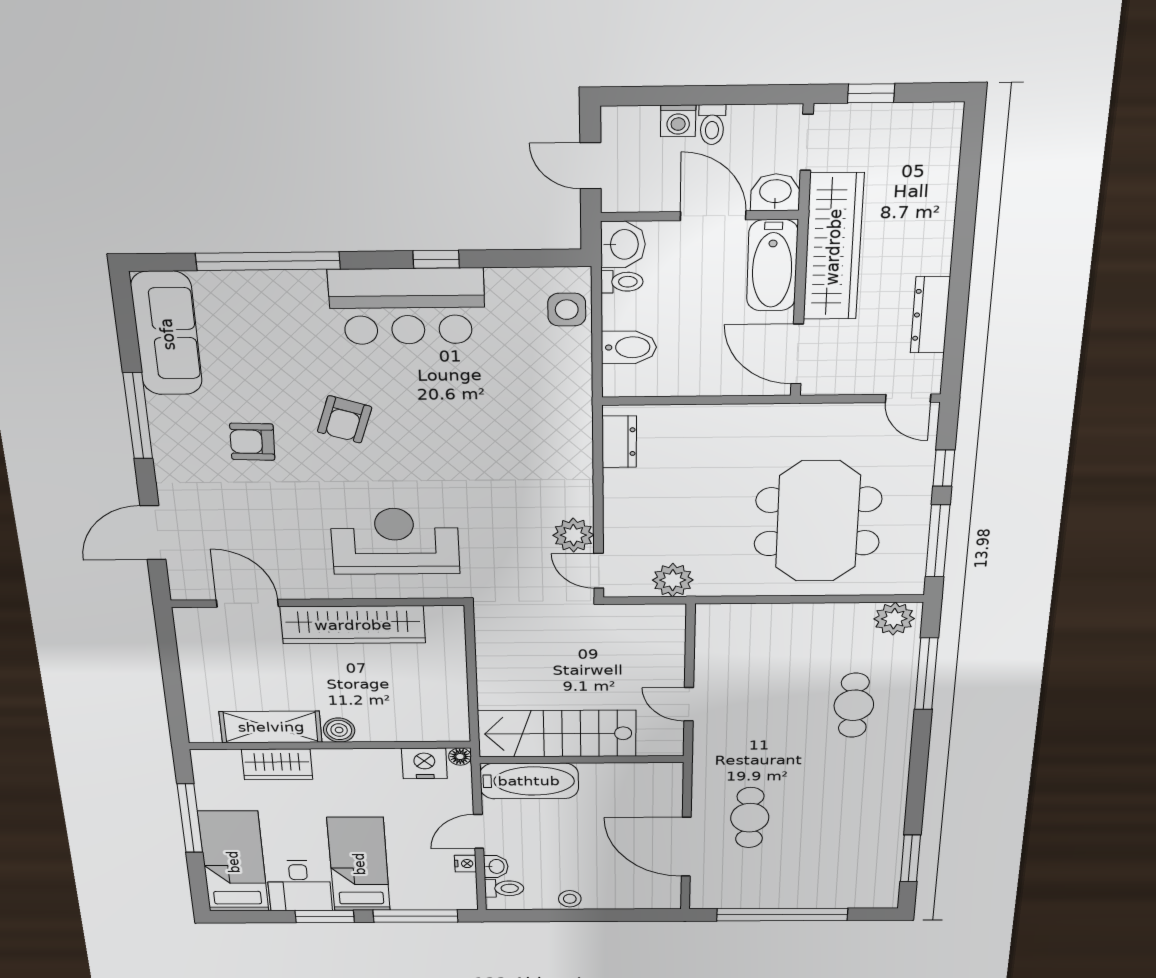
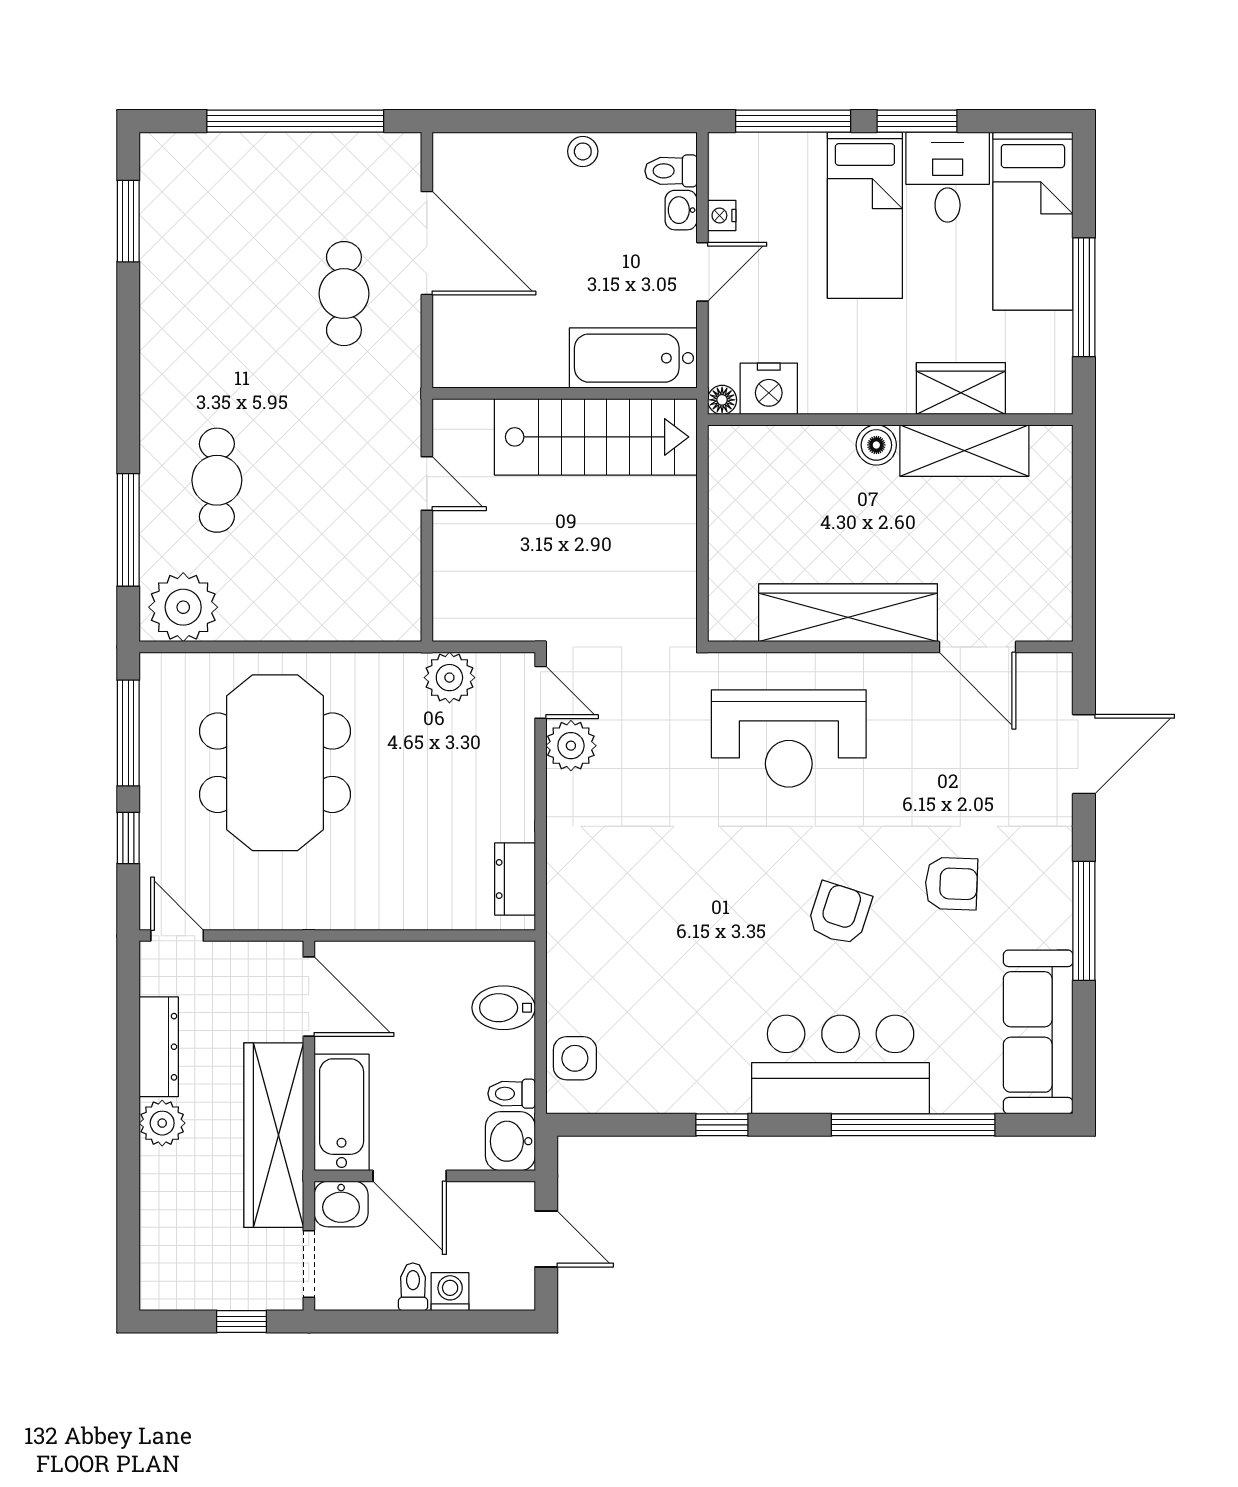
plant: (932, 255) -> (162, 1123), added
bar counter: (407, 306) -> (841, 1065), moved
plant: (894, 619) -> (183, 607), width x1.36, depth x1.36

